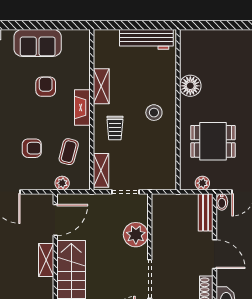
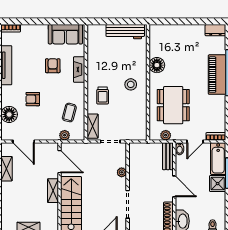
sofa: (38, 43) -> (65, 34), moved
shelving: (101, 86) -> (93, 65), removed
fireplace: (82, 107) -> (79, 70), moved
dining table: (213, 141) -> (173, 105), width x1.38
armchair: (32, 148) -> (33, 99), moved, turned 180
door: (55, 220) -> (60, 162), hinge flipped
plant: (136, 235) -> (122, 172), width x0.53, depth x0.53

